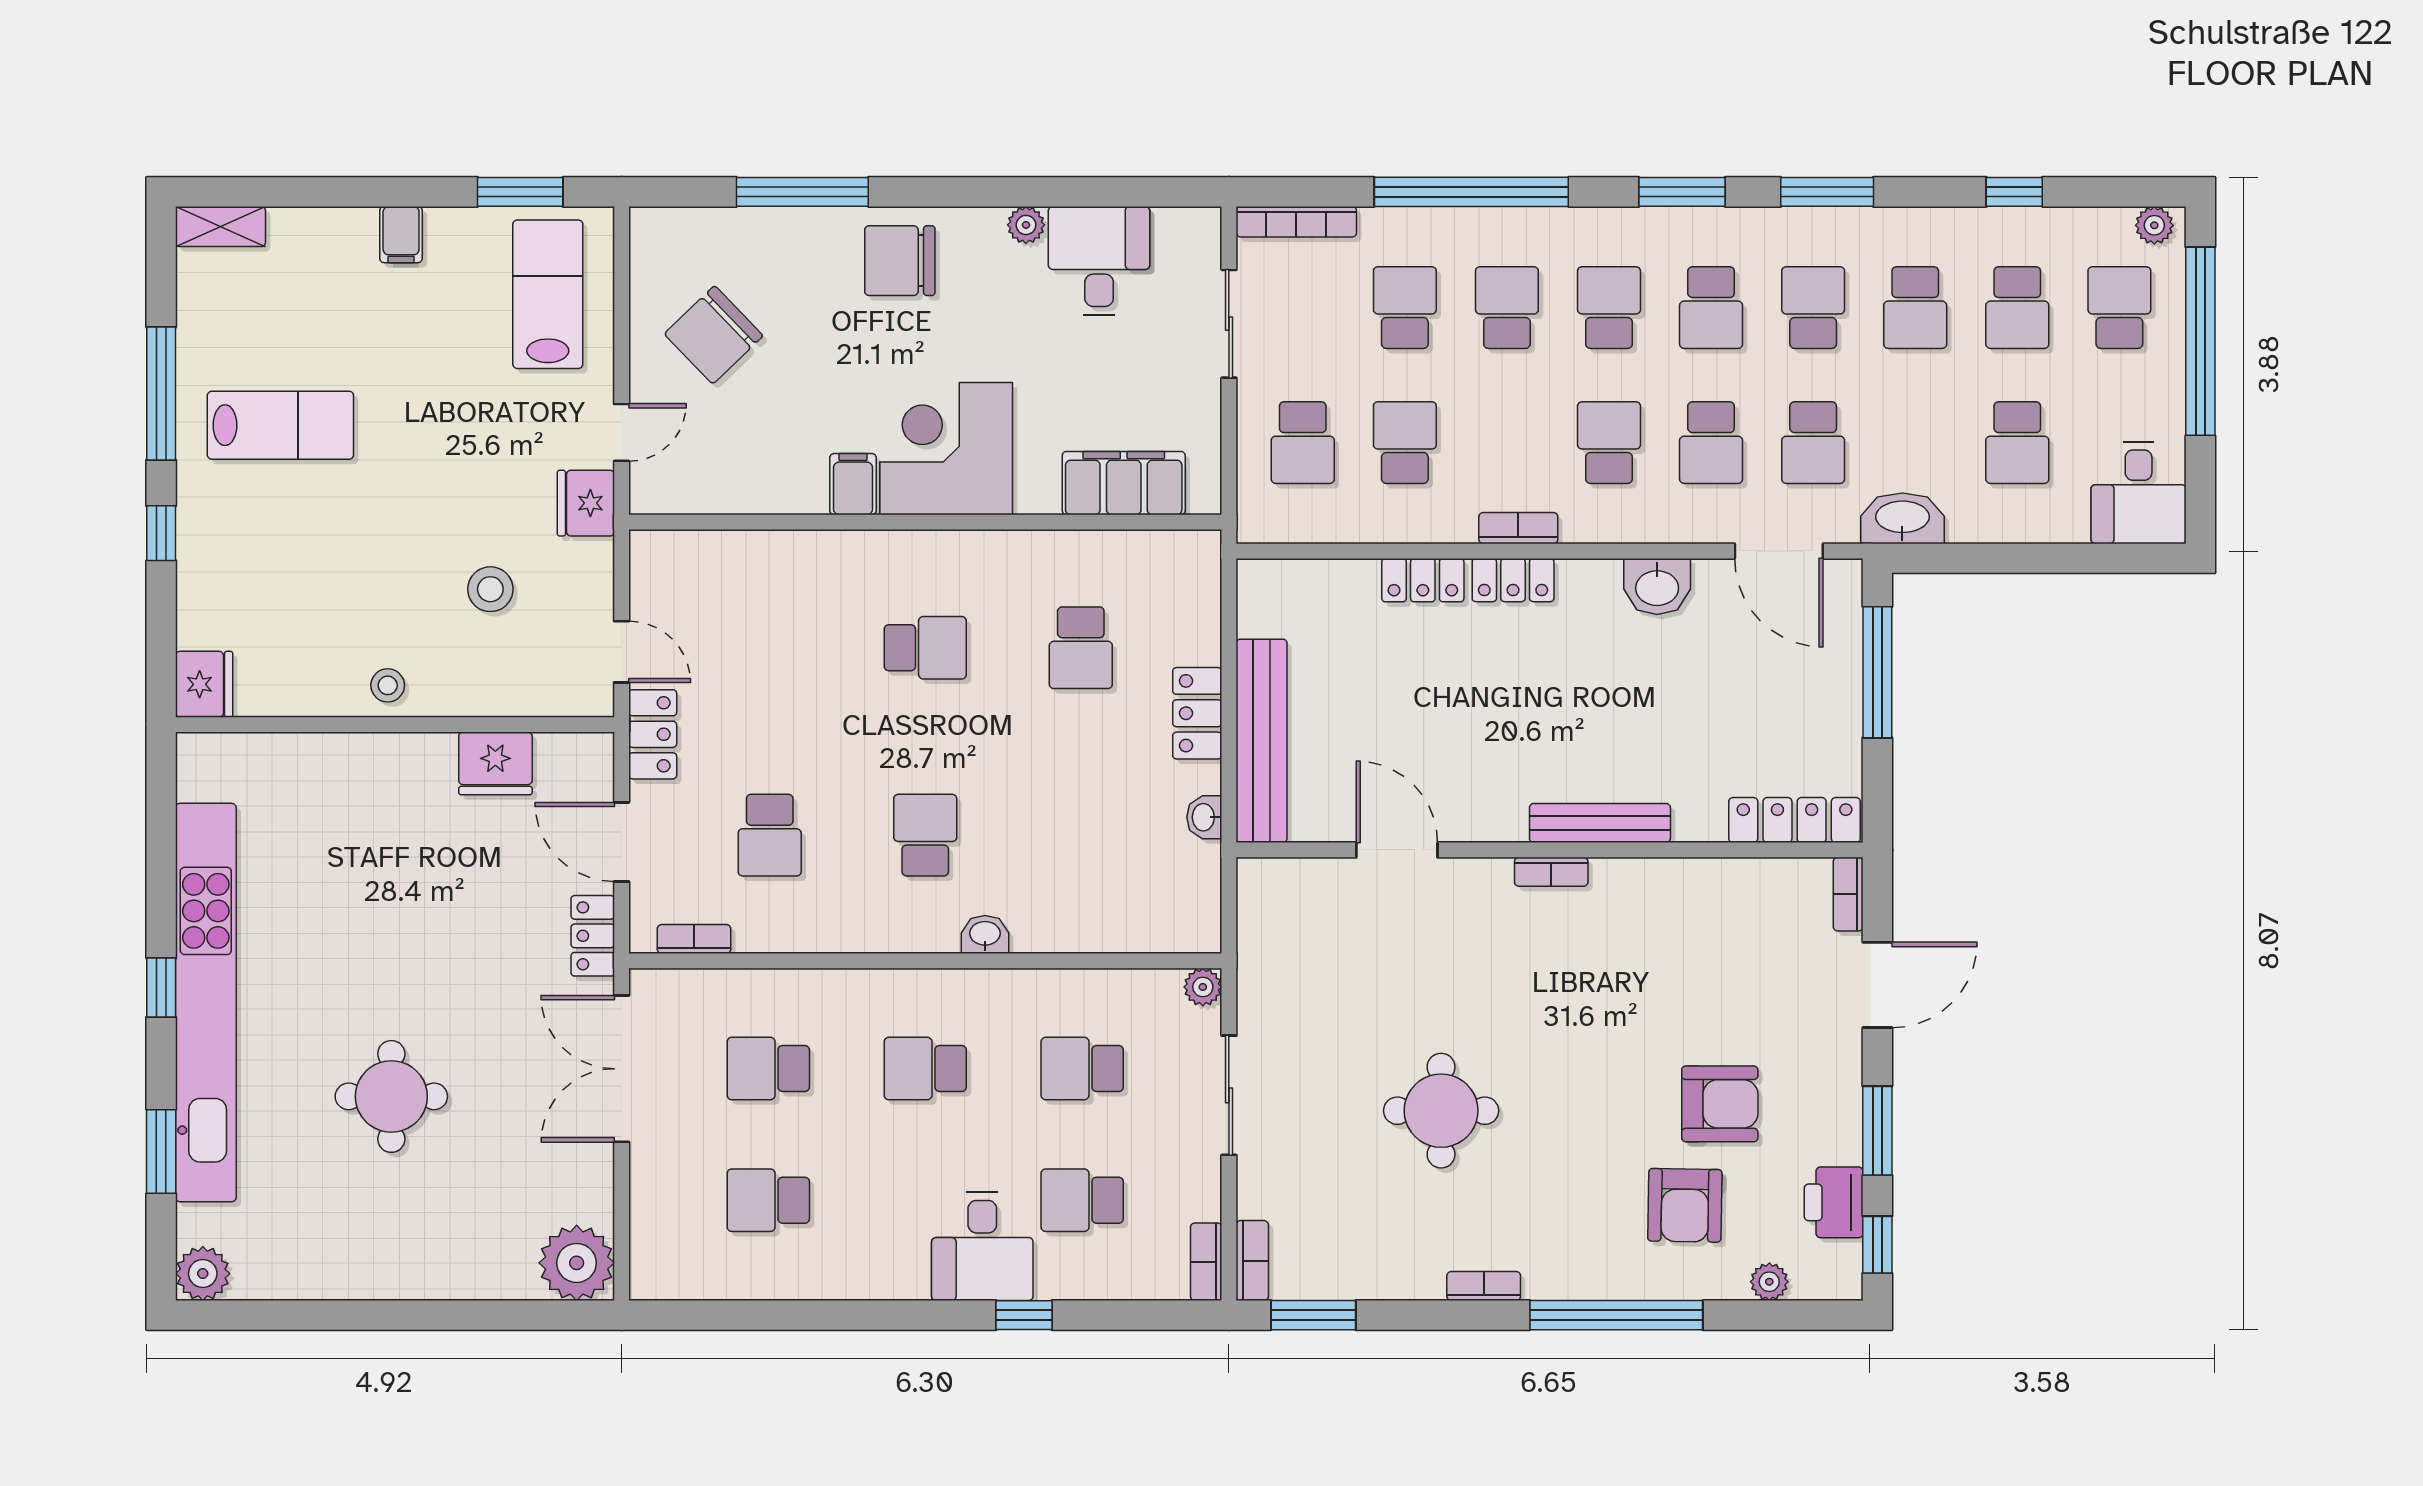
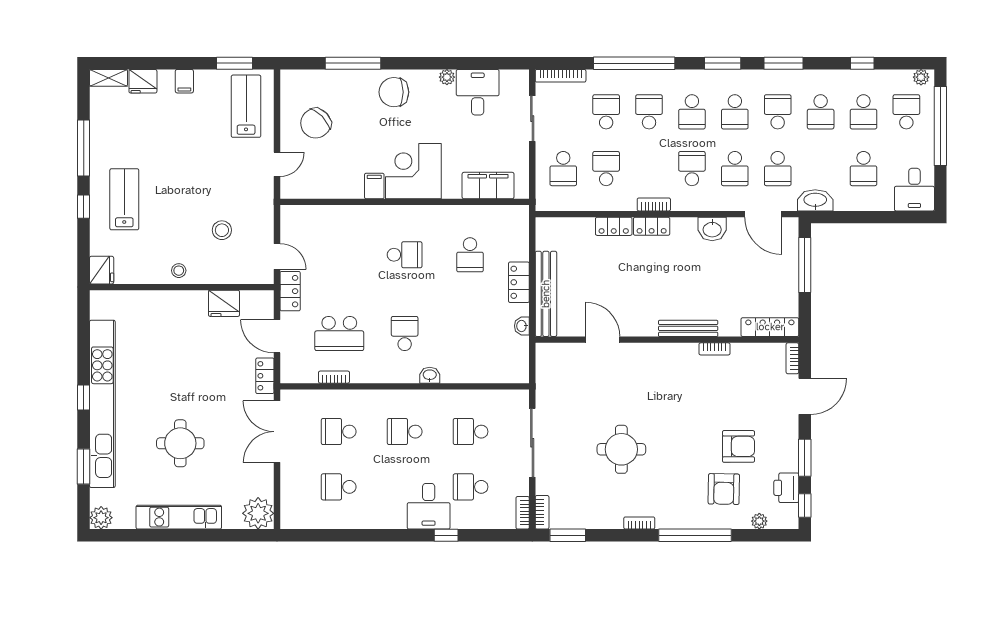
school desk: (1609, 308) -> (692, 112), turned 180
lab bench: (280, 425) -> (124, 199), moved, turned -90
fridge: (586, 503) -> (143, 81), moved, turned -90
school desk: (770, 835) -> (339, 333), width x1.85
bookcase: (1551, 872) -> (715, 349), moved
bookcase: (694, 939) -> (334, 377), moved
plant: (1203, 987) -> (521, 397), removed
sliding door: (1229, 1095) -> (532, 443), width x1.37
kitchen unit: (388, 1272) -> (179, 517), added

